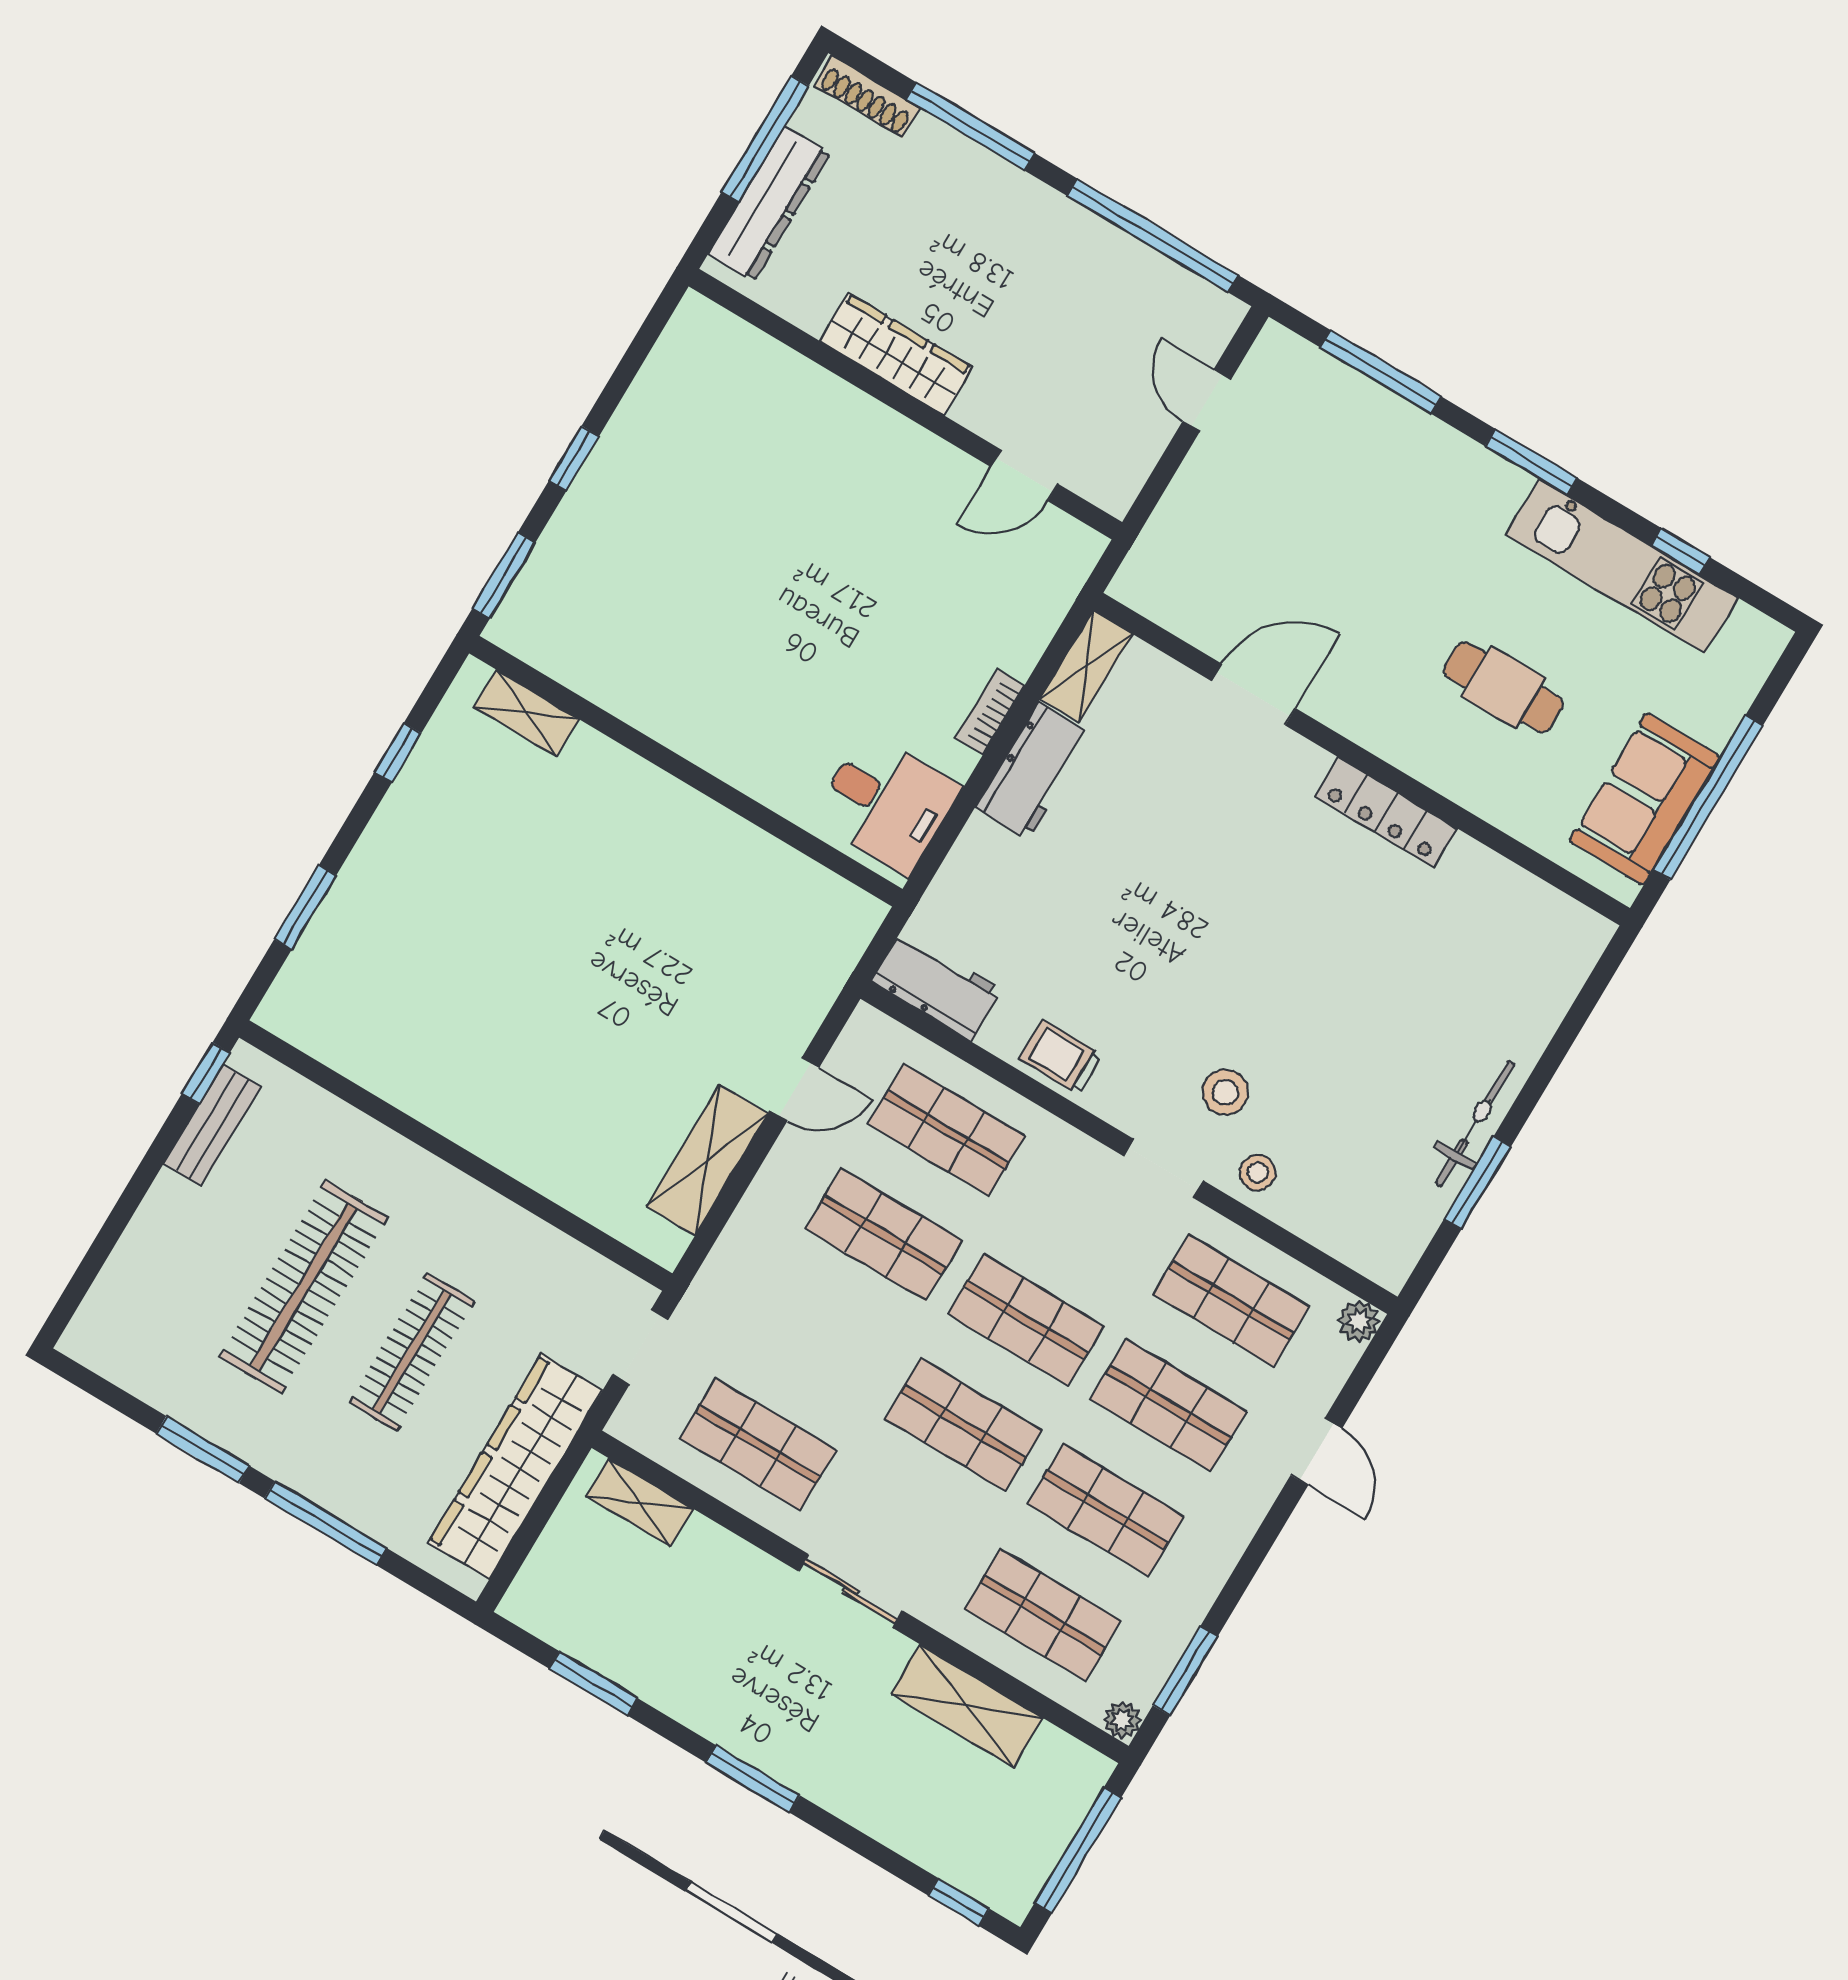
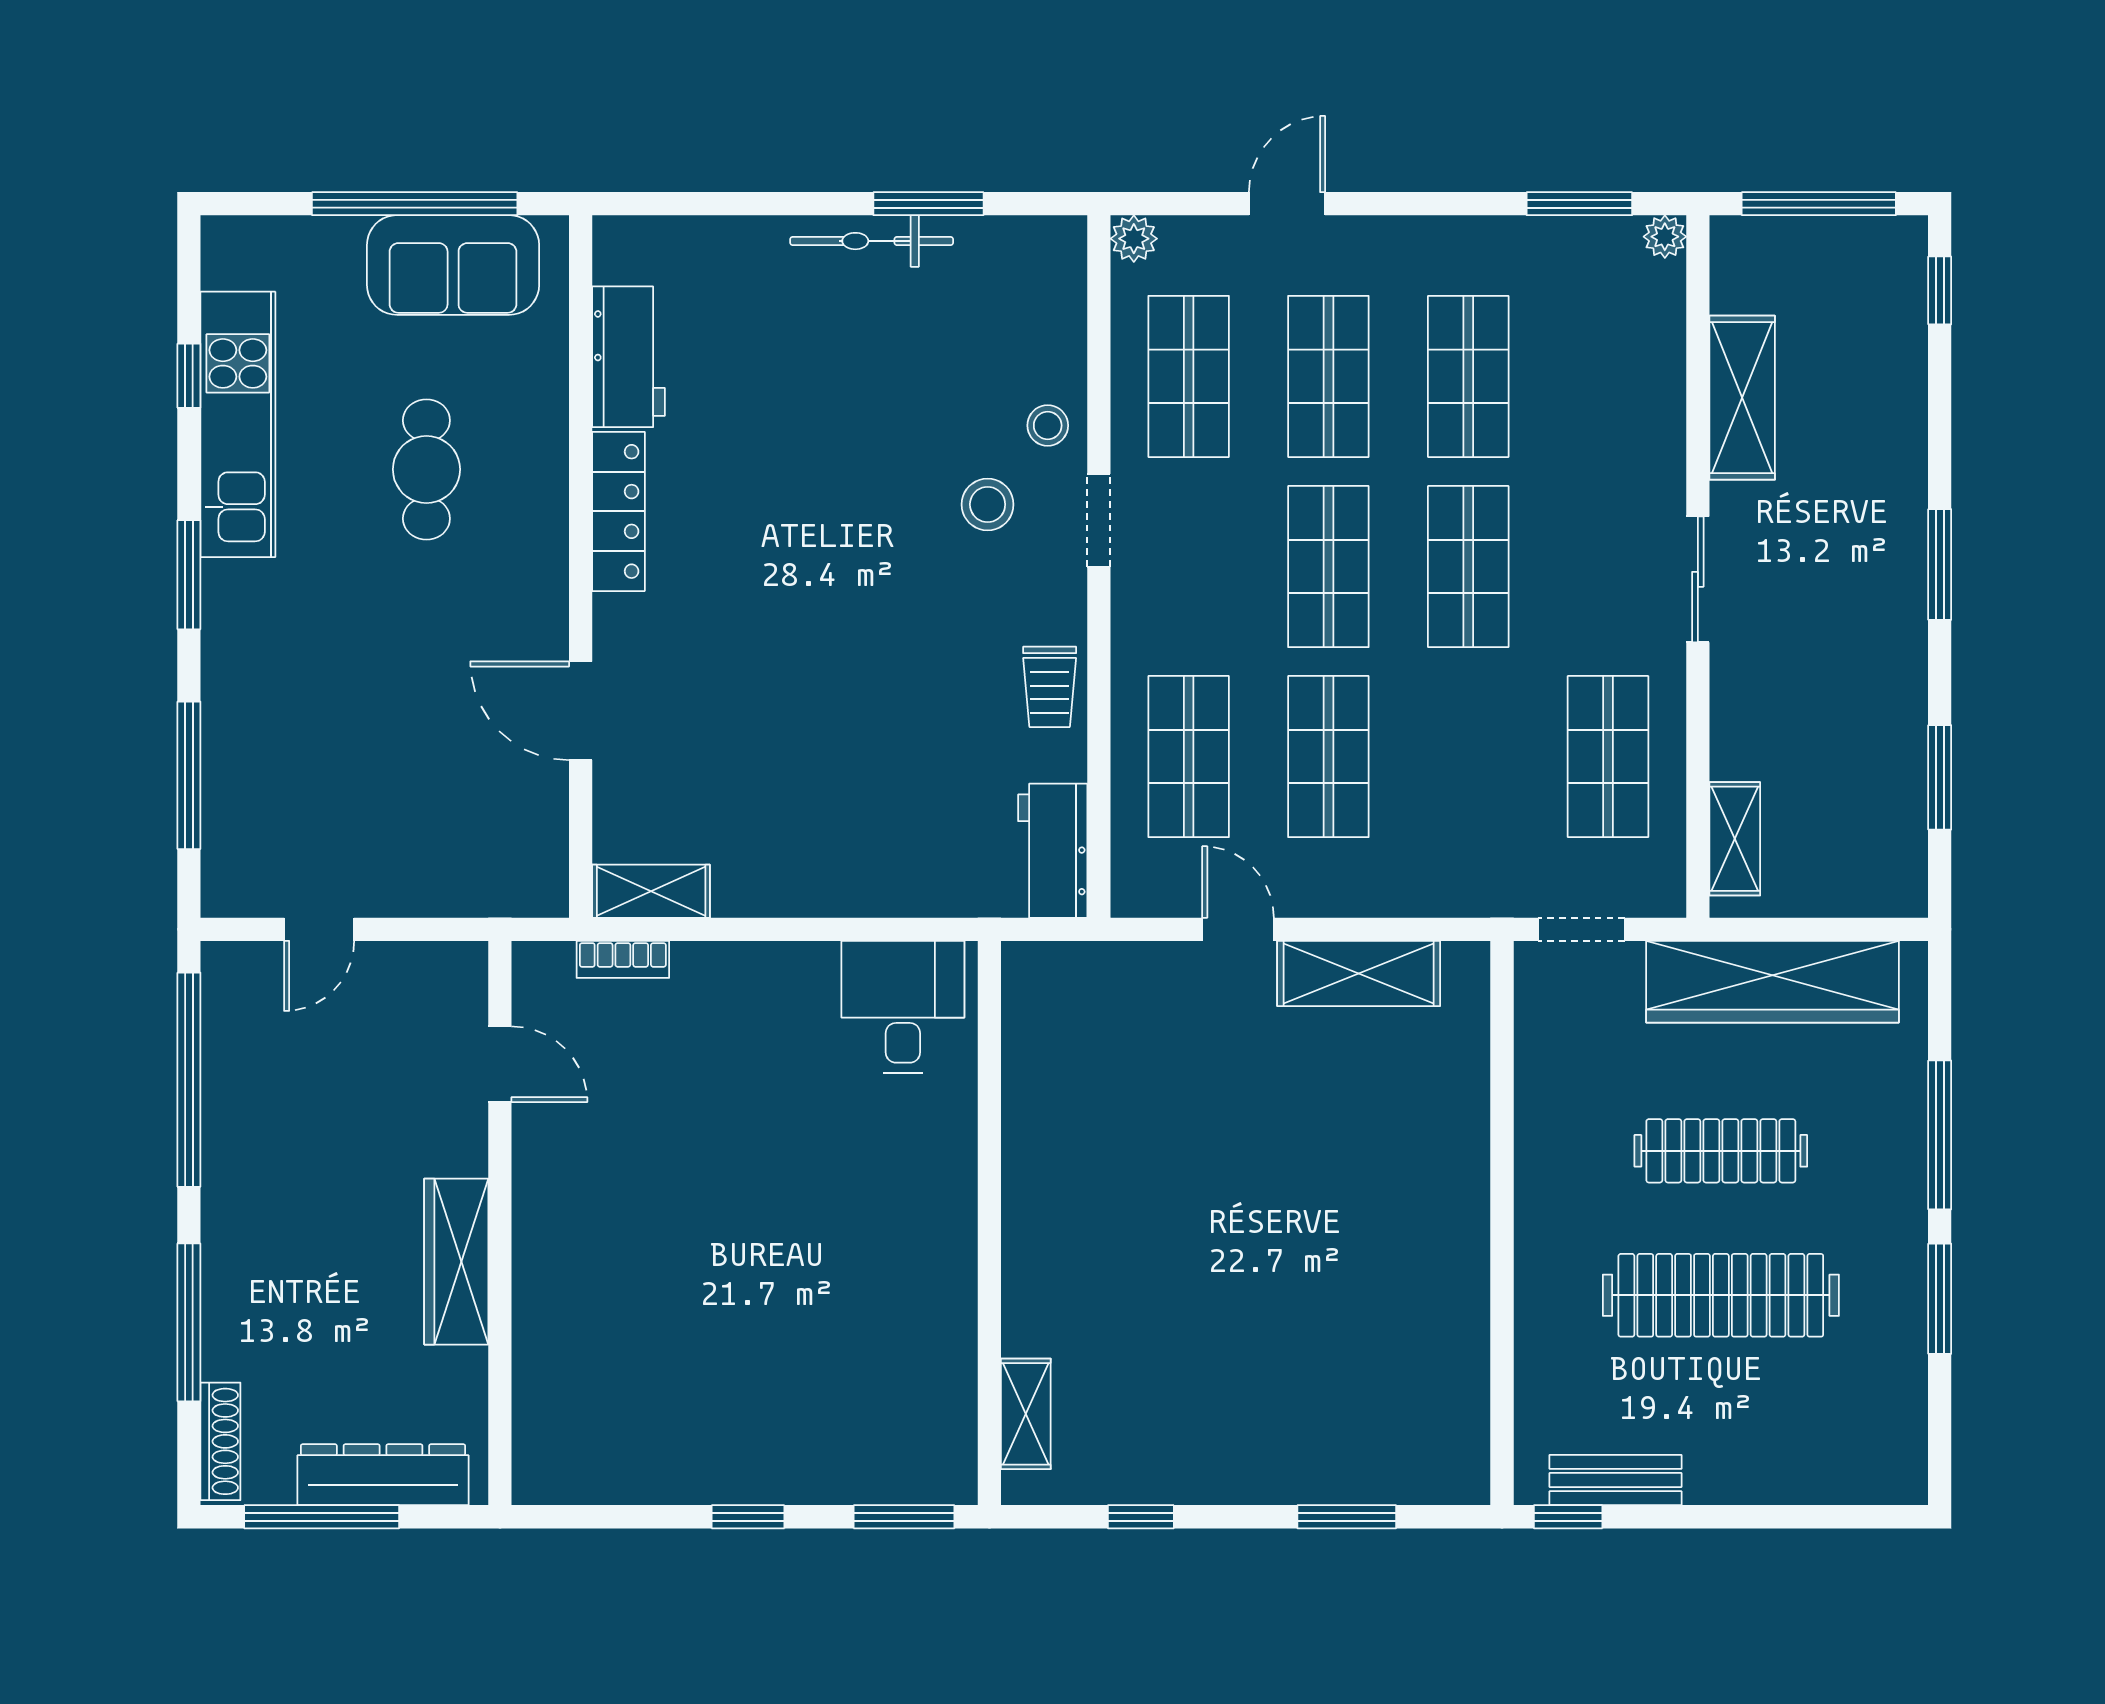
bookcase: (990, 712) -> (623, 959), moved
workbench: (1034, 771) -> (628, 357), moved, turned 90
shop shelf: (1043, 1615) -> (1608, 376), removed

